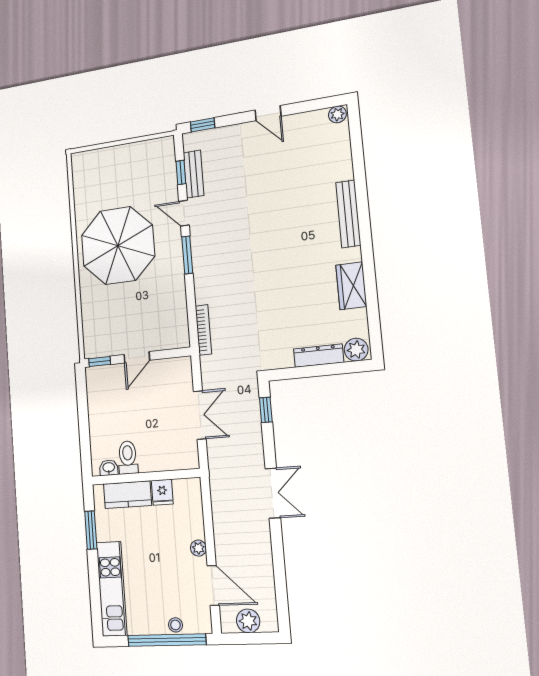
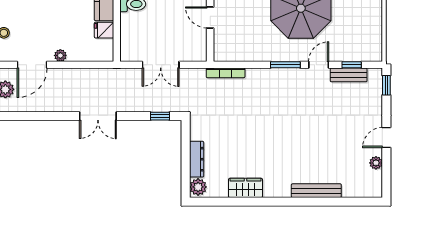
plant: (337, 114) -> (376, 163), moved
bench: (348, 214) -> (316, 191), moved

